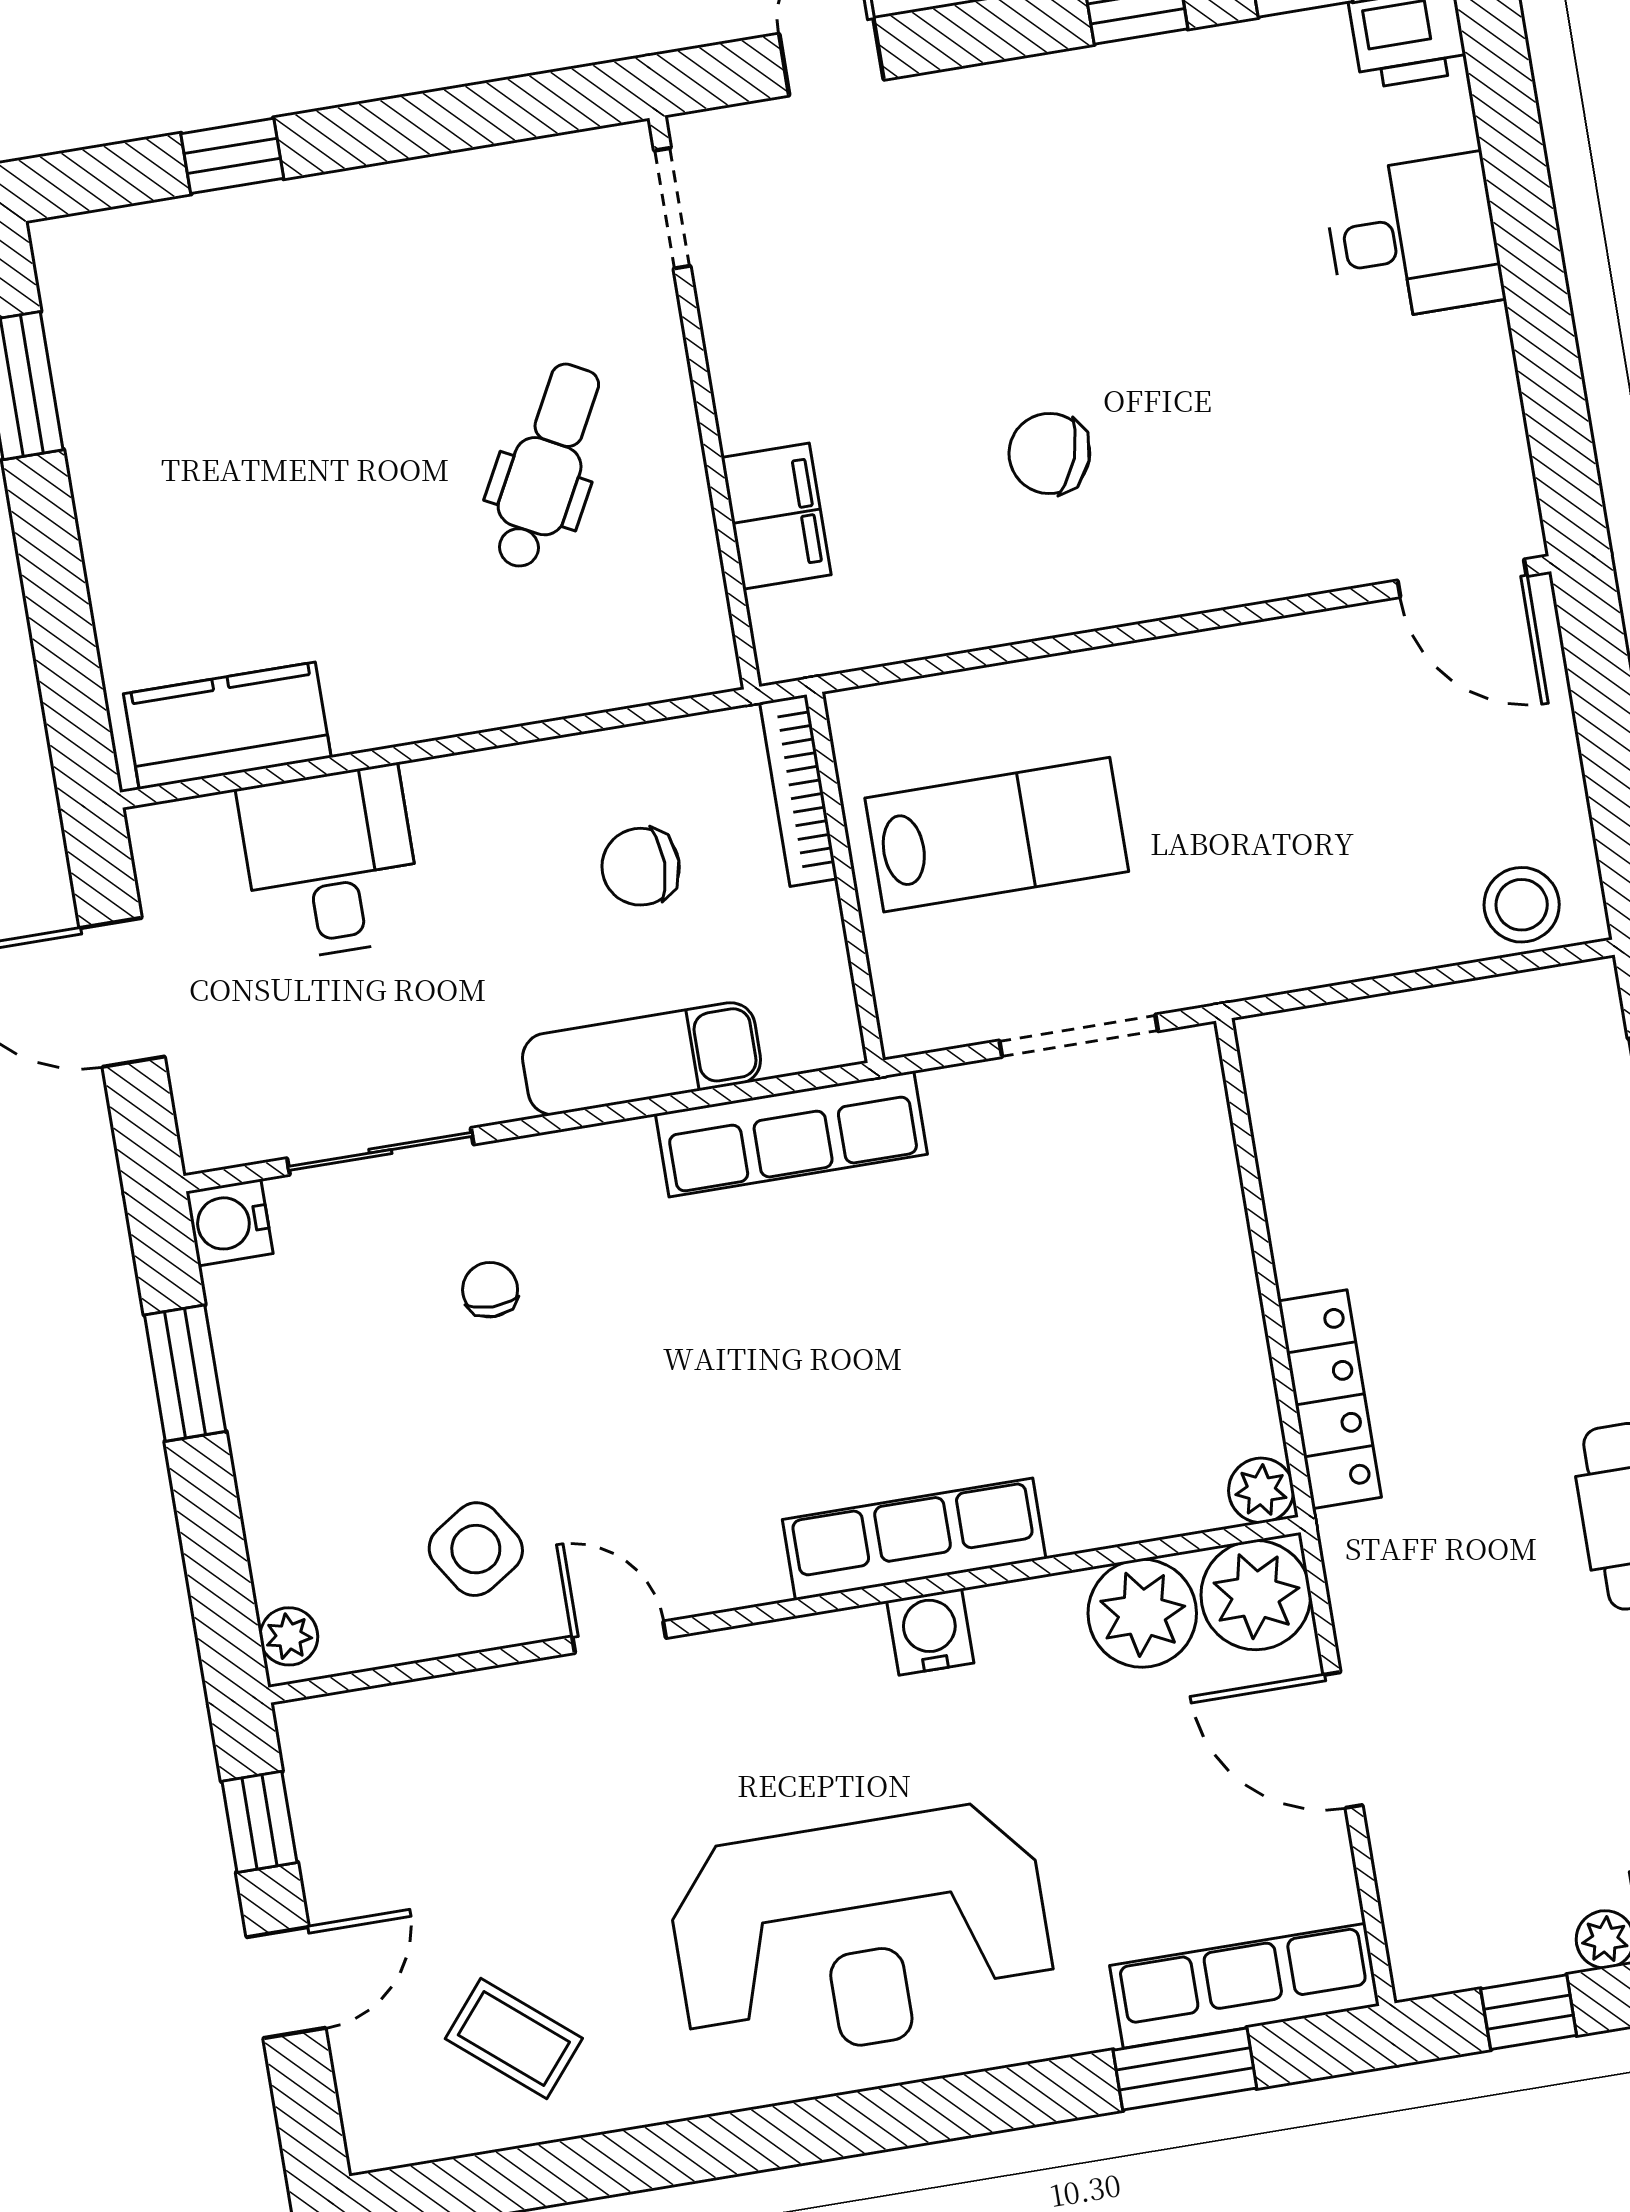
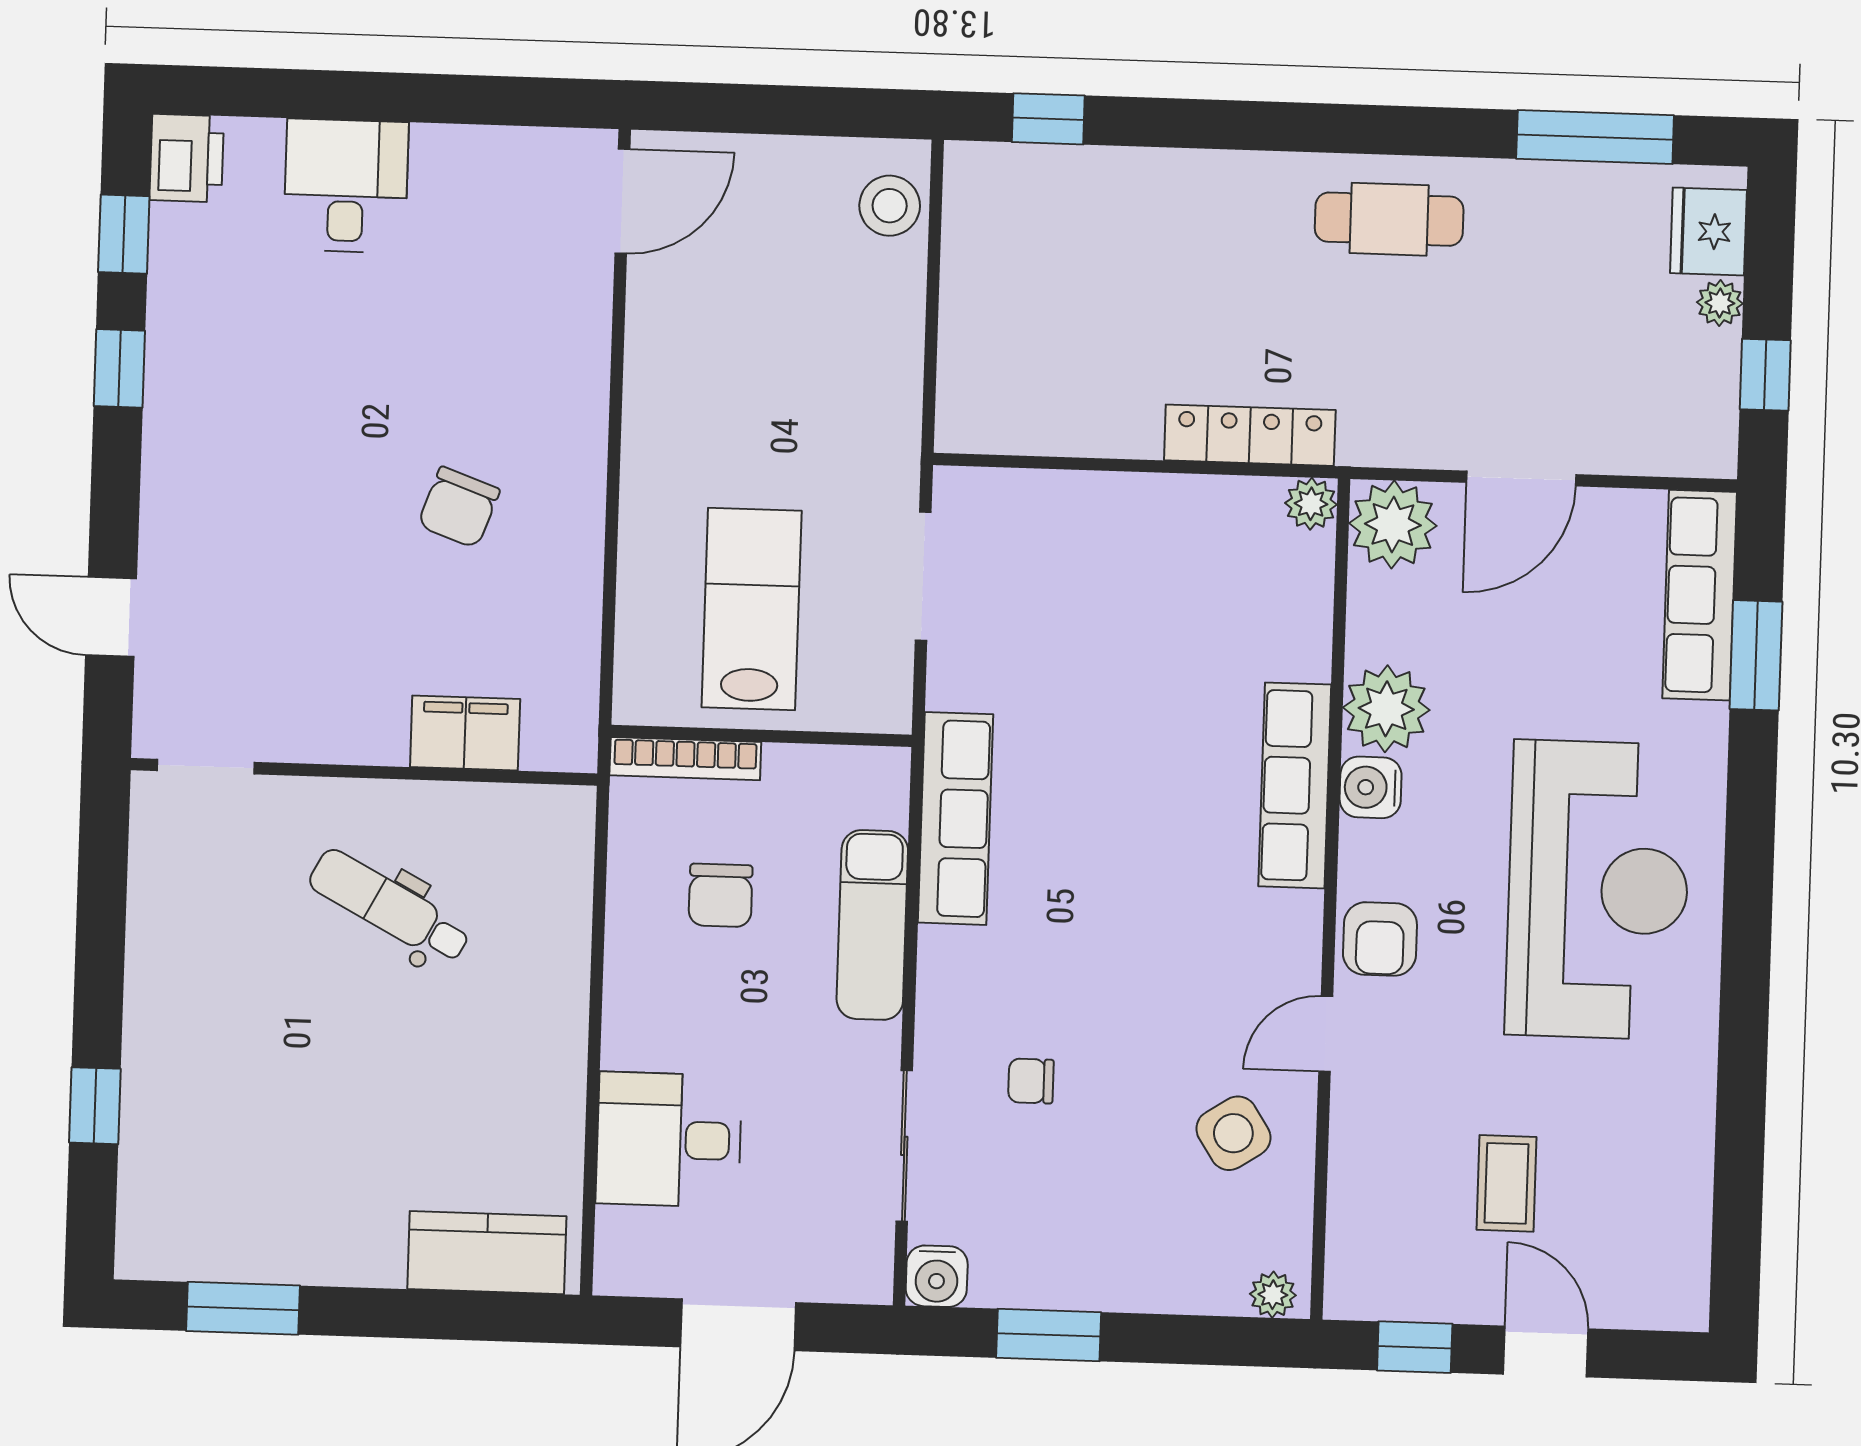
kitchen counter: (227, 726) -> (487, 1253), moved, turned 90
plant: (1142, 1613) -> (1386, 709), moved
armchair: (748, 1680) -> (1380, 939), added
coffee table: (514, 2039) -> (1506, 1183), moved, turned -40

